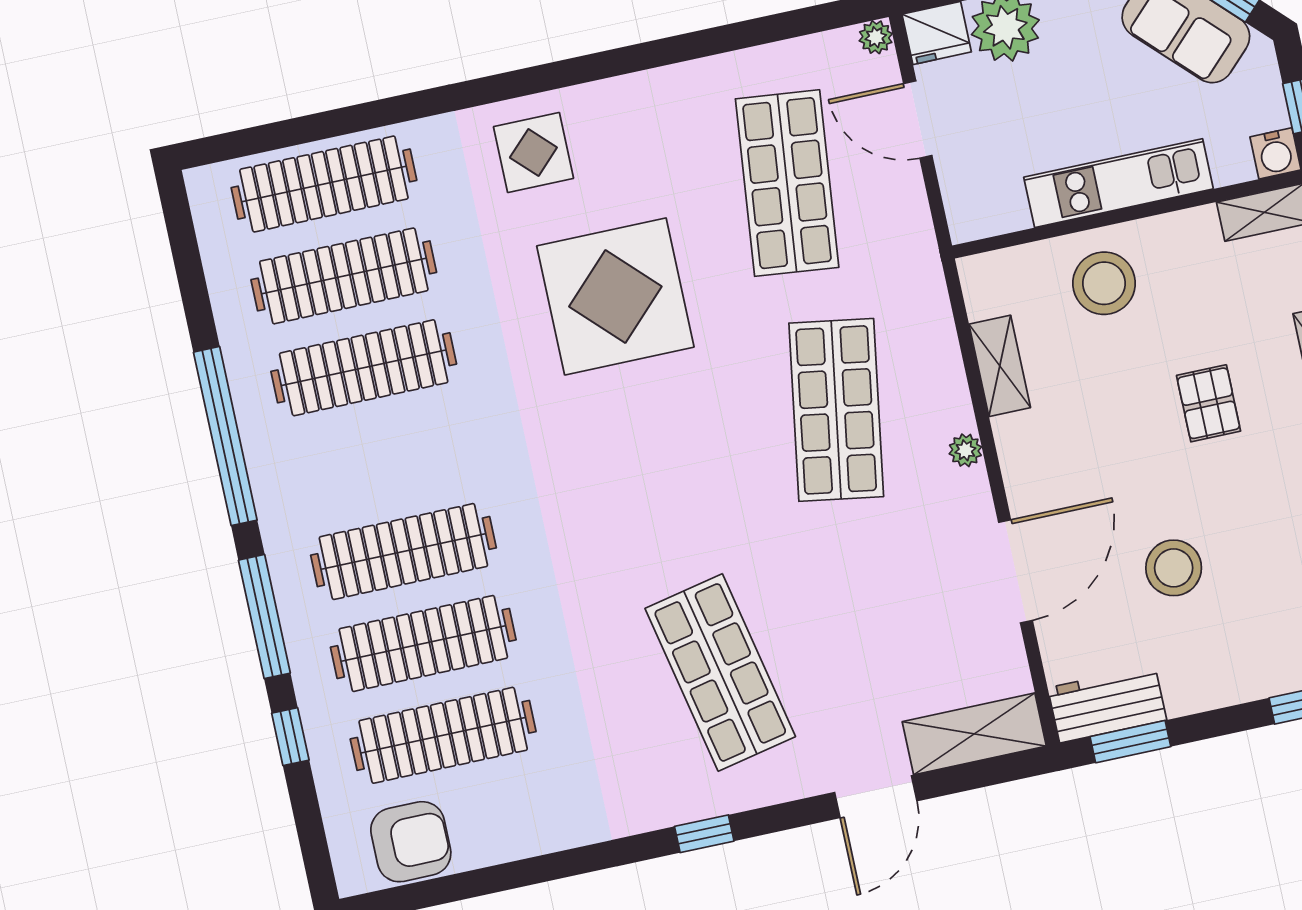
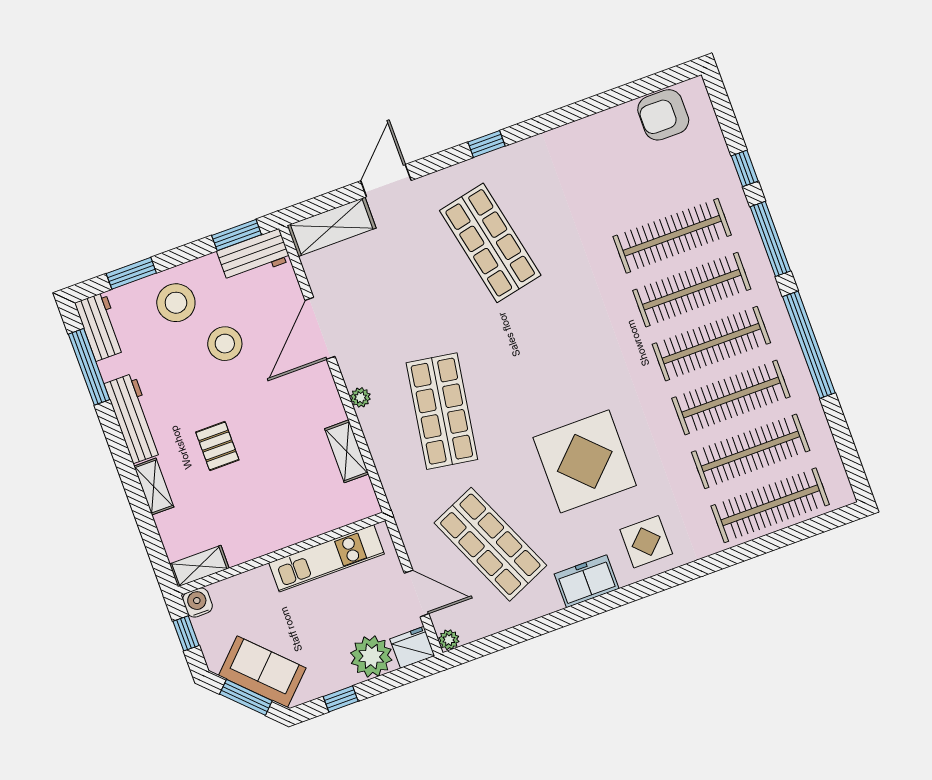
freezer: (639, 101) -> (587, 581), added
shop shelf: (787, 183) -> (490, 544), turned -30
kitchen unit: (1119, 183) -> (327, 558), moved
stool: (1104, 283) -> (176, 303), moved
clothes rail: (443, 735) -> (711, 344), moved

